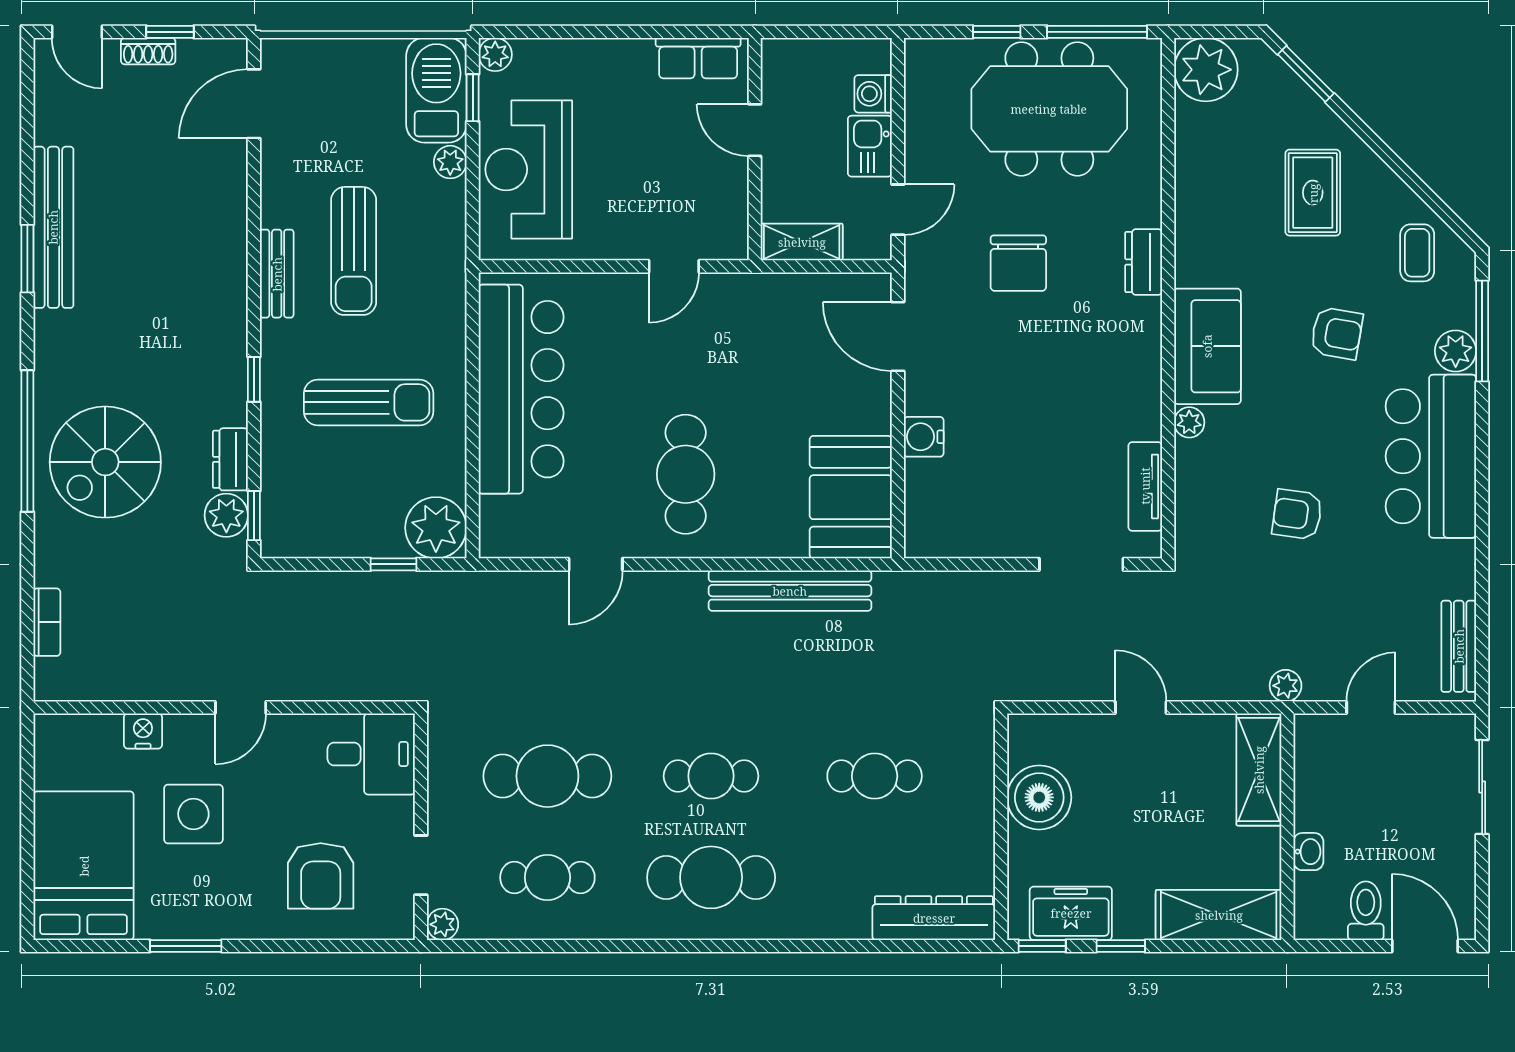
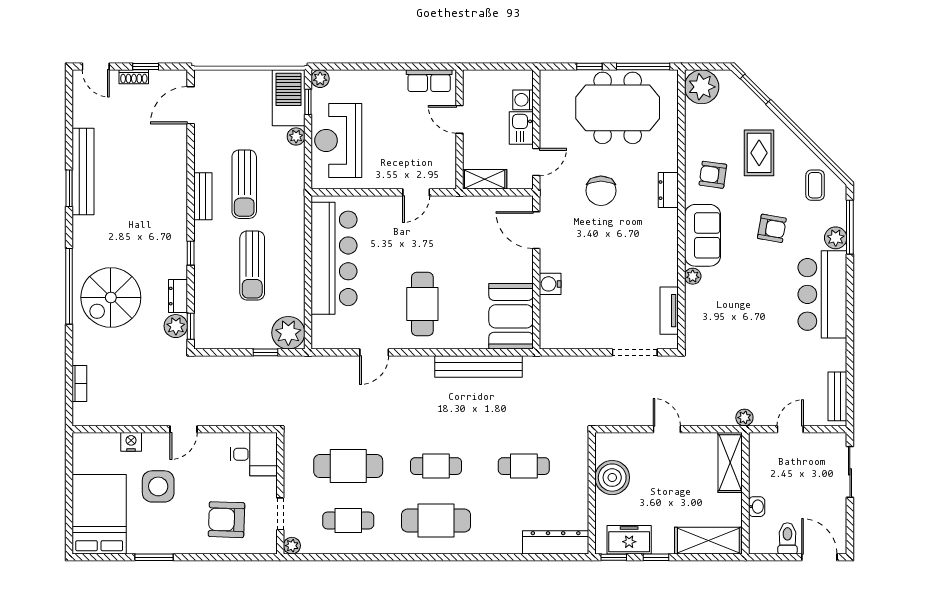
sun lounger: (369, 402) -> (252, 266), turned 90
armchair: (1297, 514) -> (713, 175), moved
armchair: (321, 876) -> (226, 520), turned 92

